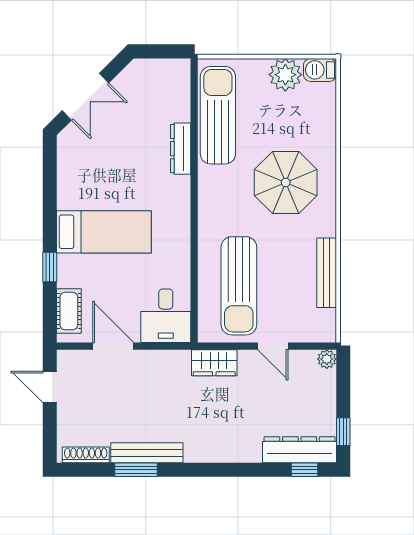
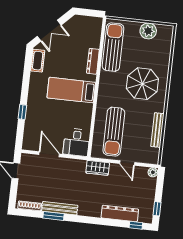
barbecue: (320, 70) -> (165, 30), removed
bed: (104, 232) -> (71, 90), moved, turned 180
cot: (69, 311) -> (38, 61), moved
dresser: (300, 450) -> (120, 213), moved

